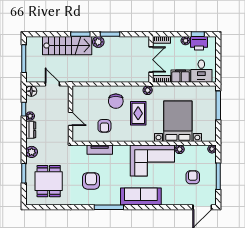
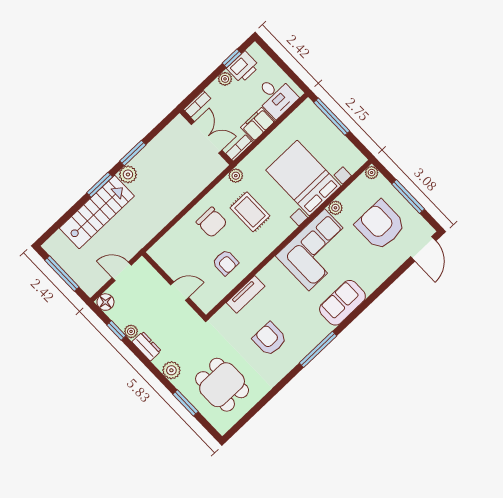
armchair: (193, 177) -> (380, 225), width x1.88, depth x1.88
sofa: (141, 196) -> (342, 303), width x0.73

